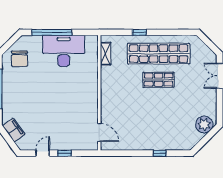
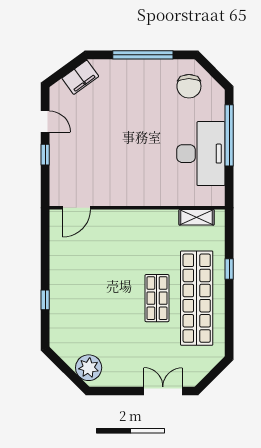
chair: (19, 59) -> (189, 86), turned -90

